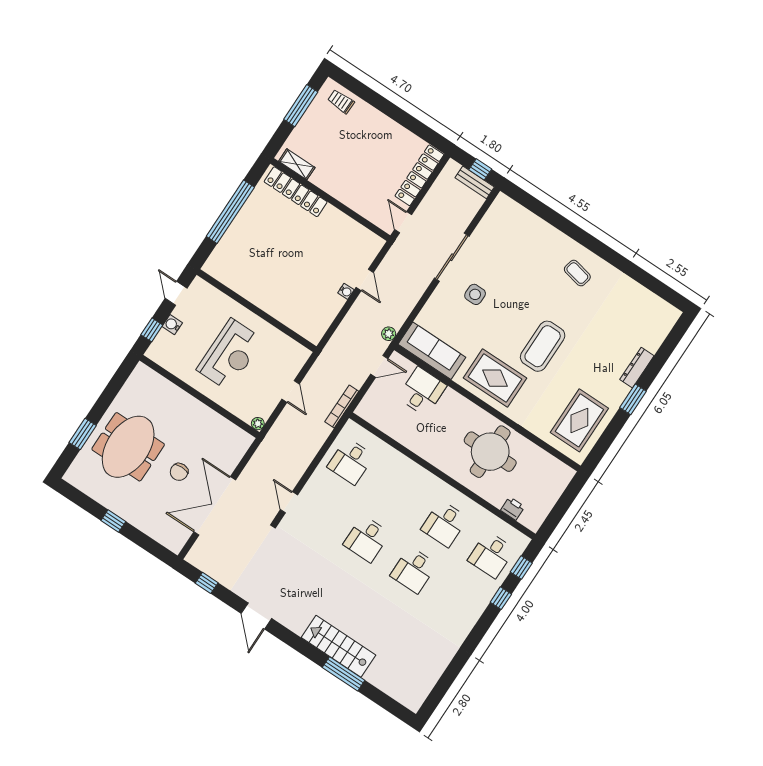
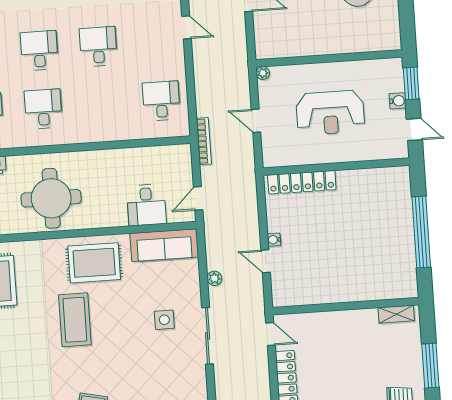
locker: (296, 192) -> (302, 182), moved, turned 180
window: (152, 330) -> (411, 83), width x1.50
plant: (389, 334) -> (214, 278), moved
reception desk: (230, 355) -> (330, 113), turned -90

